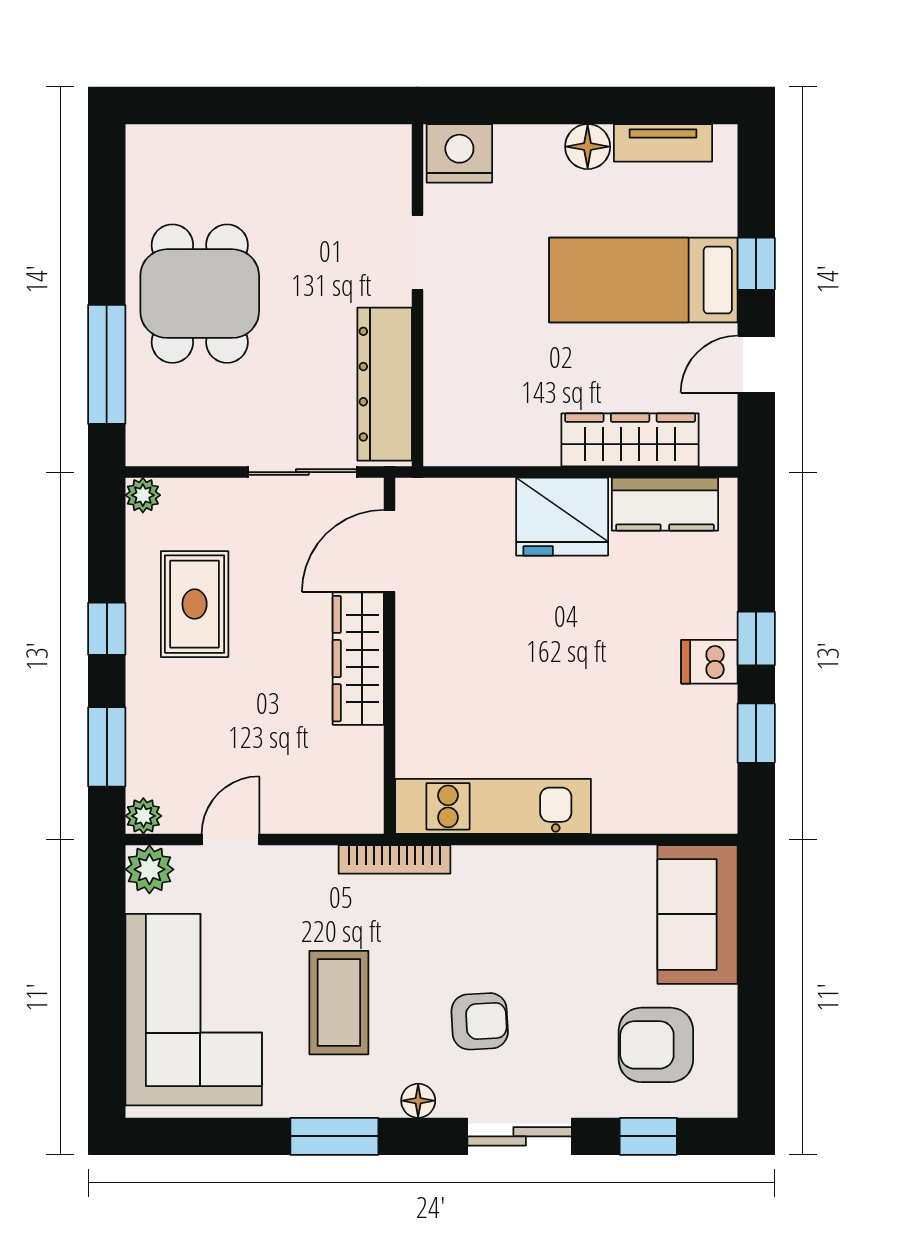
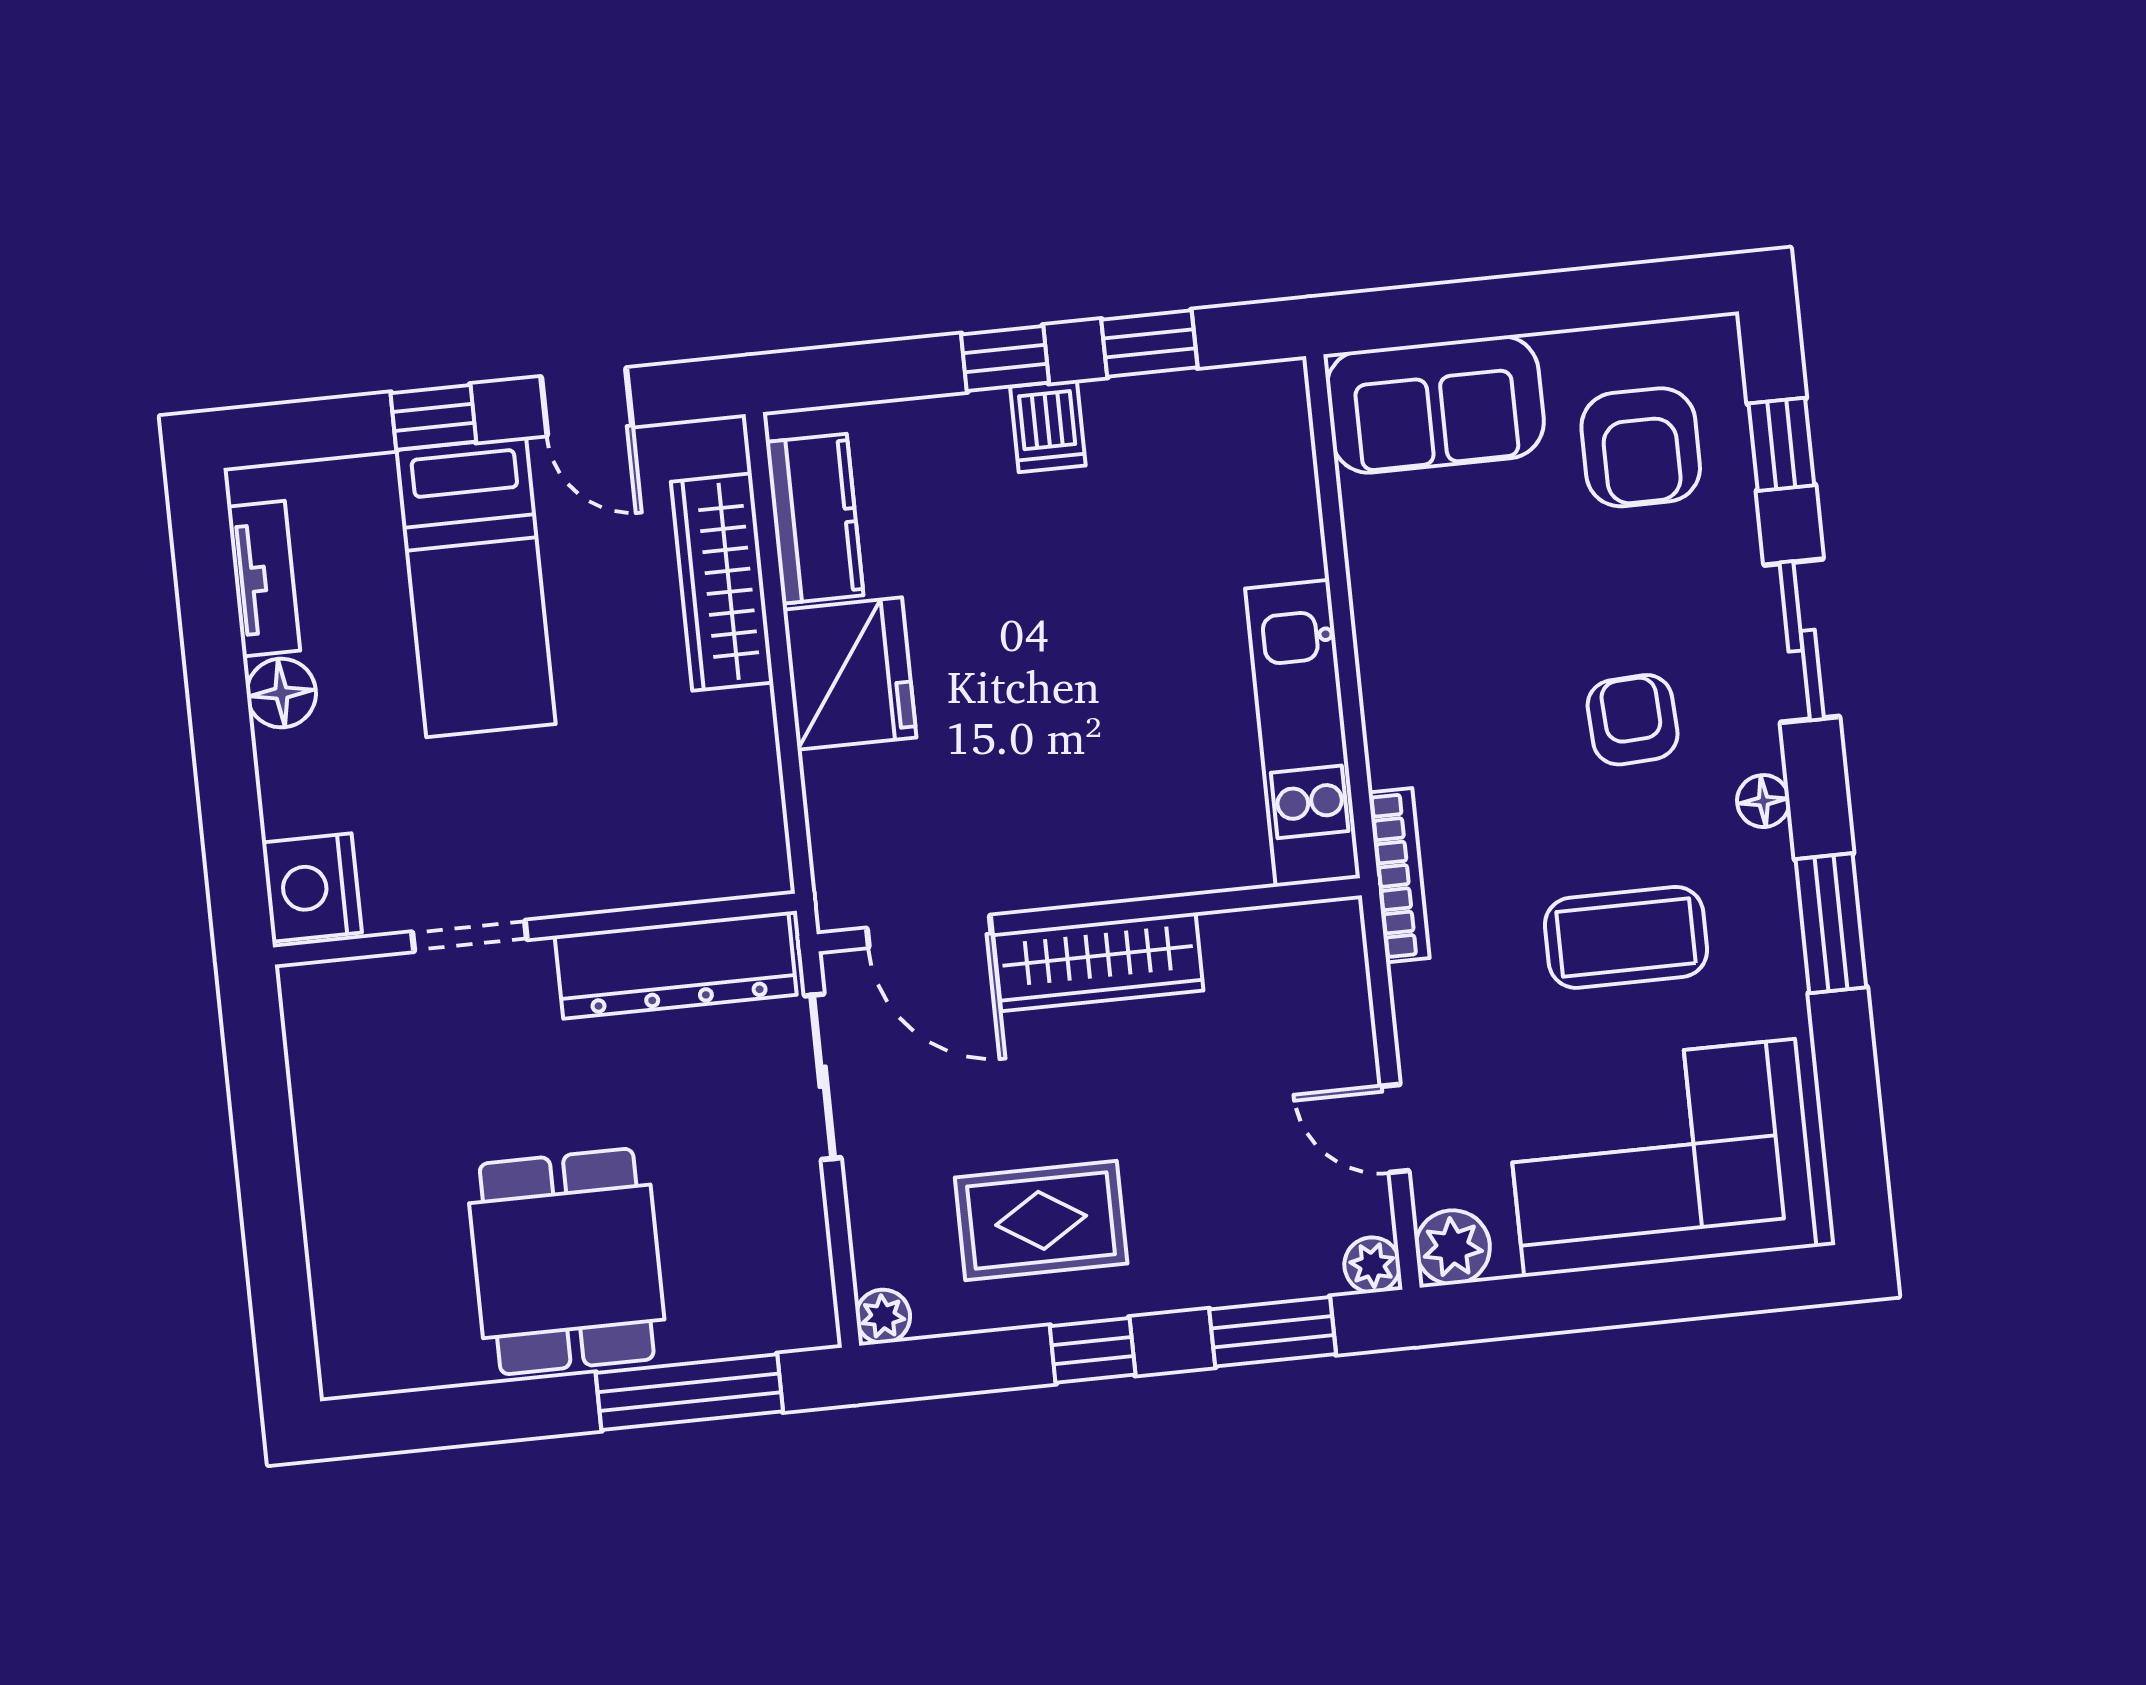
dining table: (200, 294) -> (567, 1261), turned 90

